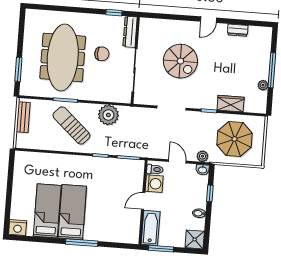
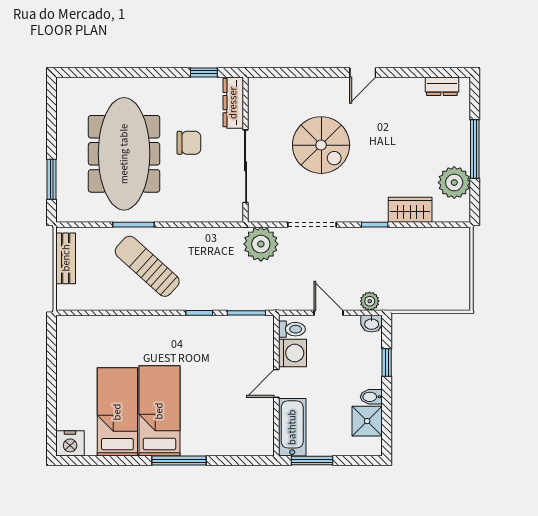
dresser: (238, 30) -> (442, 86), moved
plant: (263, 85) -> (454, 183), width x1.87, depth x1.87
plant: (108, 115) -> (261, 244), moved
parasol: (234, 139) -> (421, 268), removed
shower: (195, 239) -> (367, 421), moved

